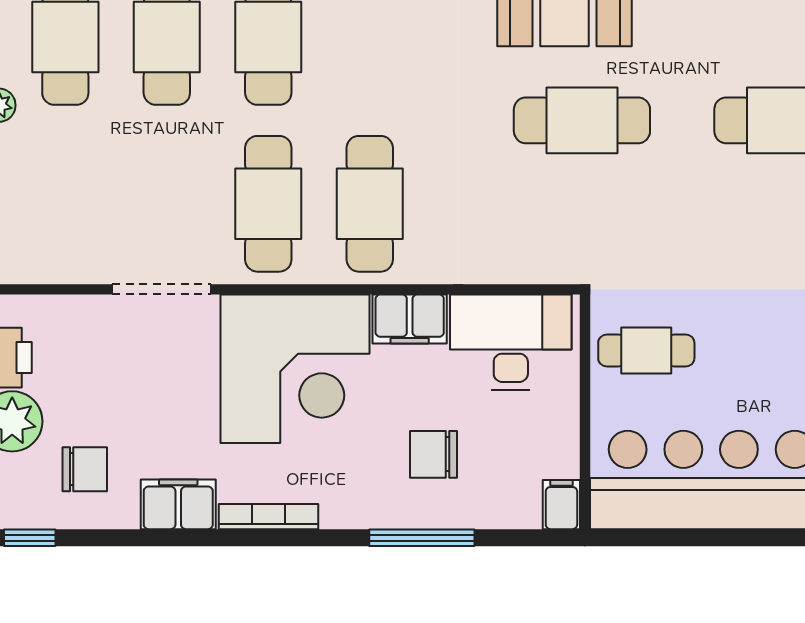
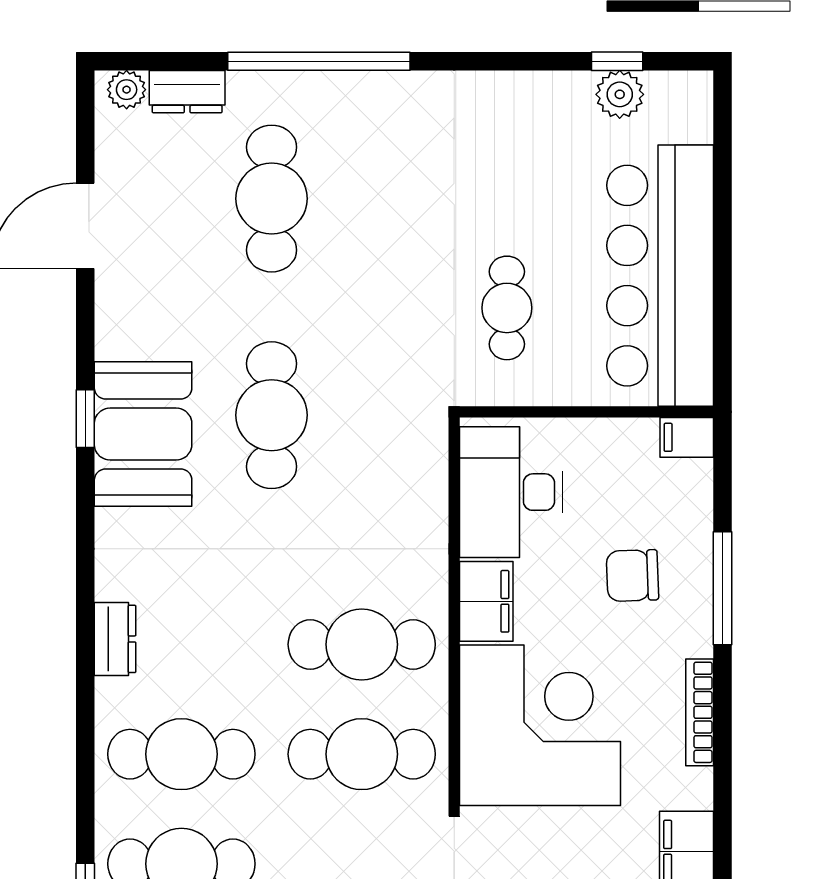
cafe table: (646, 351) -> (507, 308), moved
chair: (434, 454) -> (632, 576), turned 88
bookcase: (269, 517) -> (700, 712), moved

